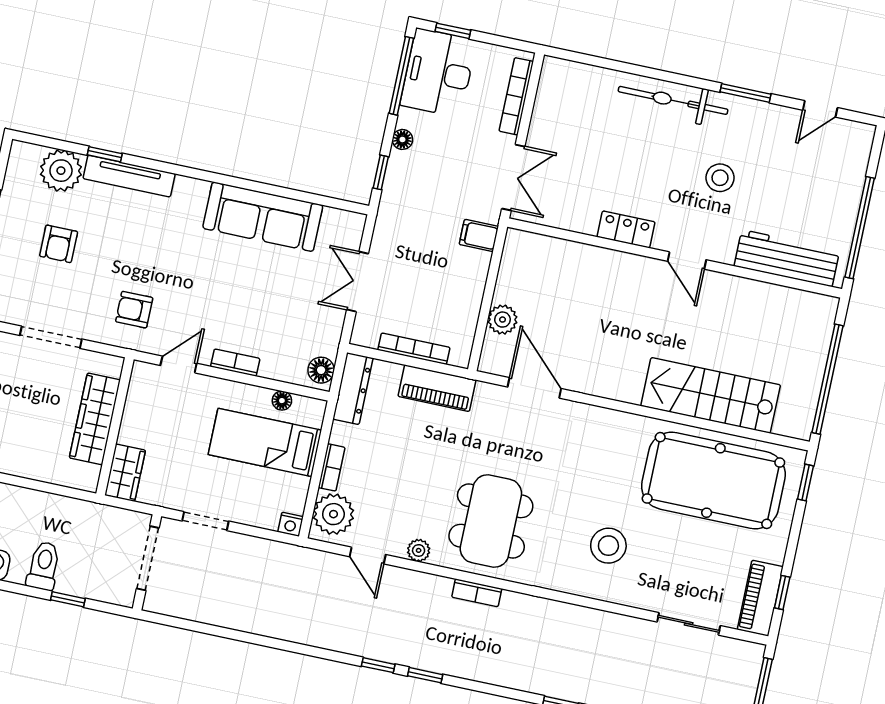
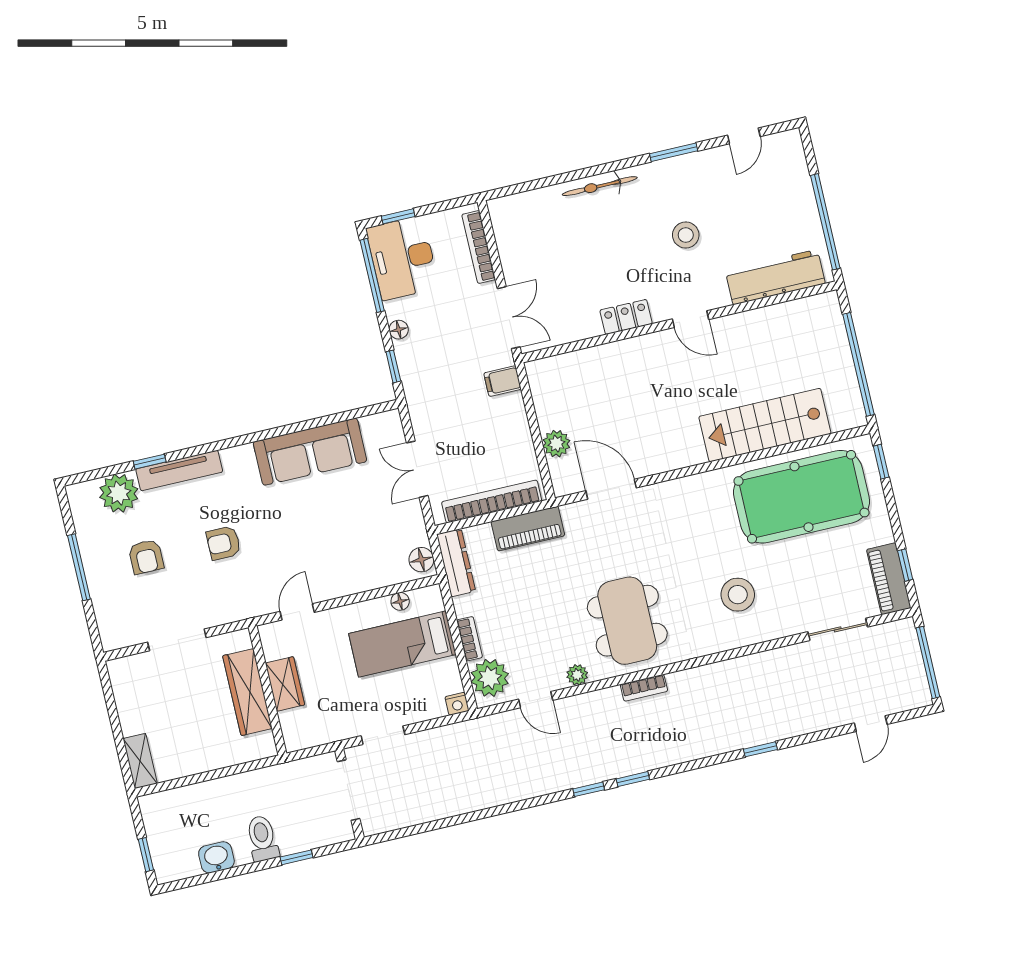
bicycle: (673, 100) -> (600, 186), width x0.73, depth x0.71
armchair: (134, 310) -> (224, 543), moved
bookcase: (414, 349) -> (492, 501), width x1.48, depth x1.31
bookcase: (235, 363) -> (345, 588), removed
wardrobe: (125, 473) -> (285, 684), moved

